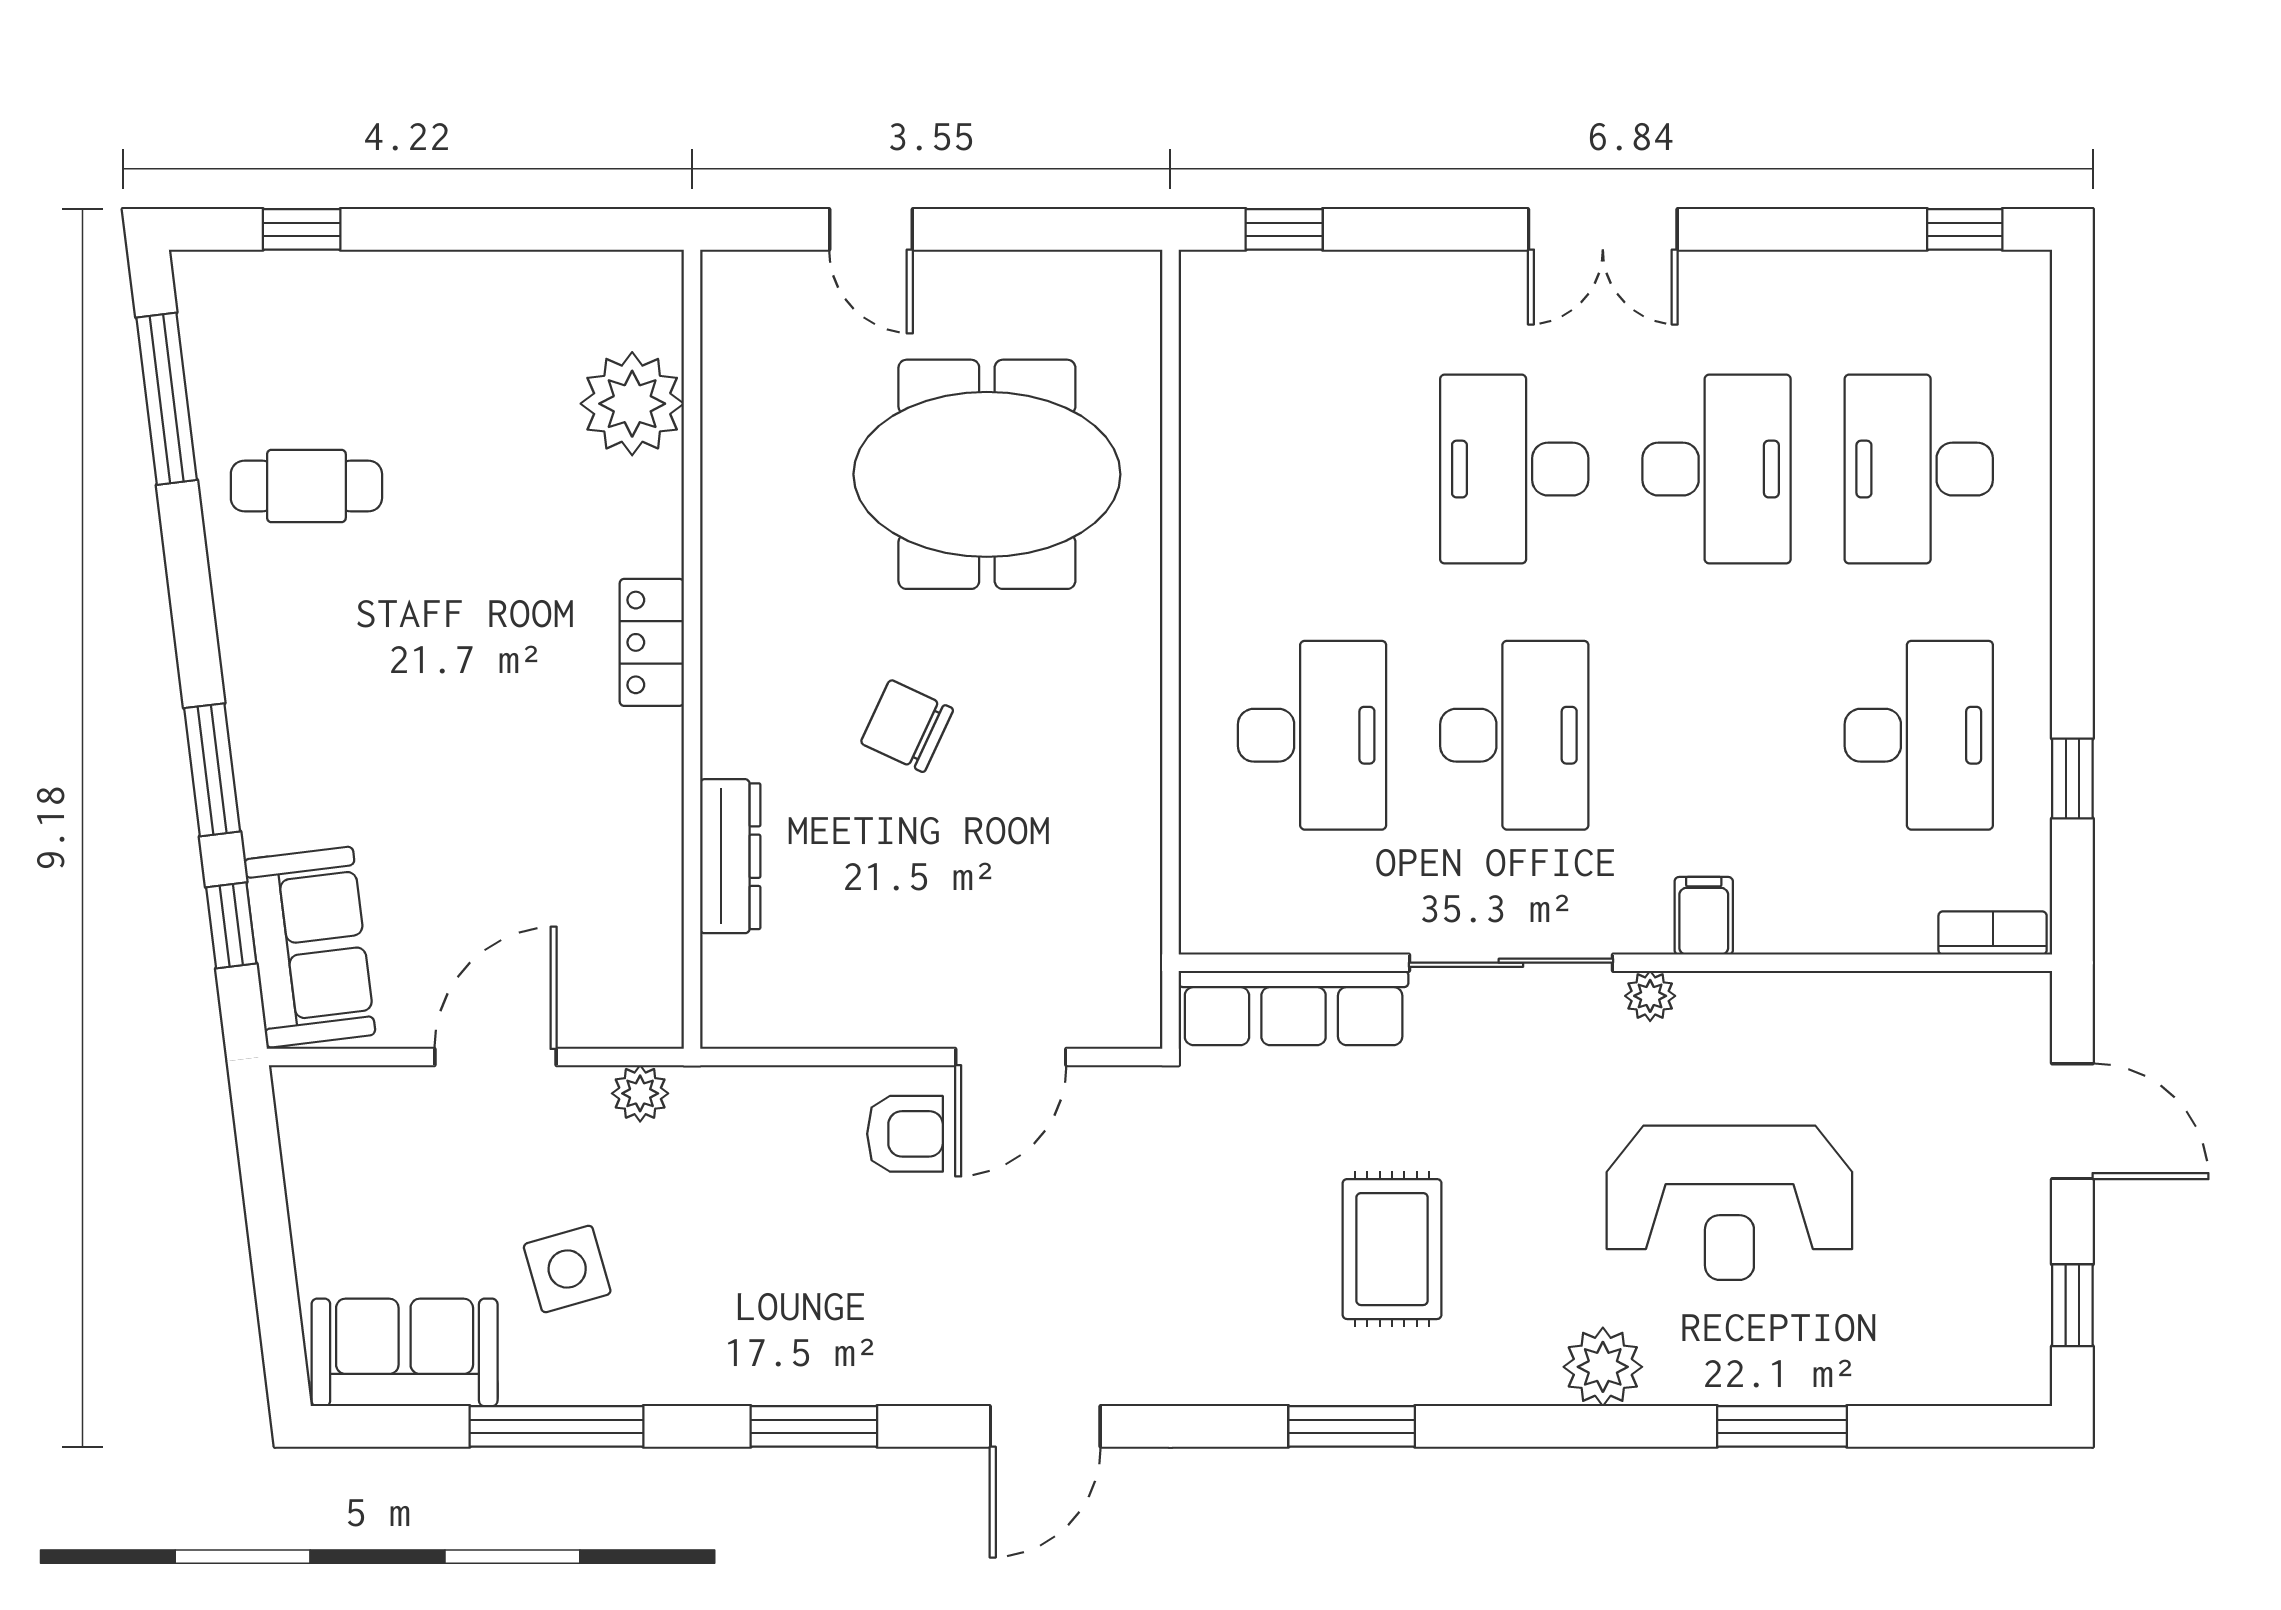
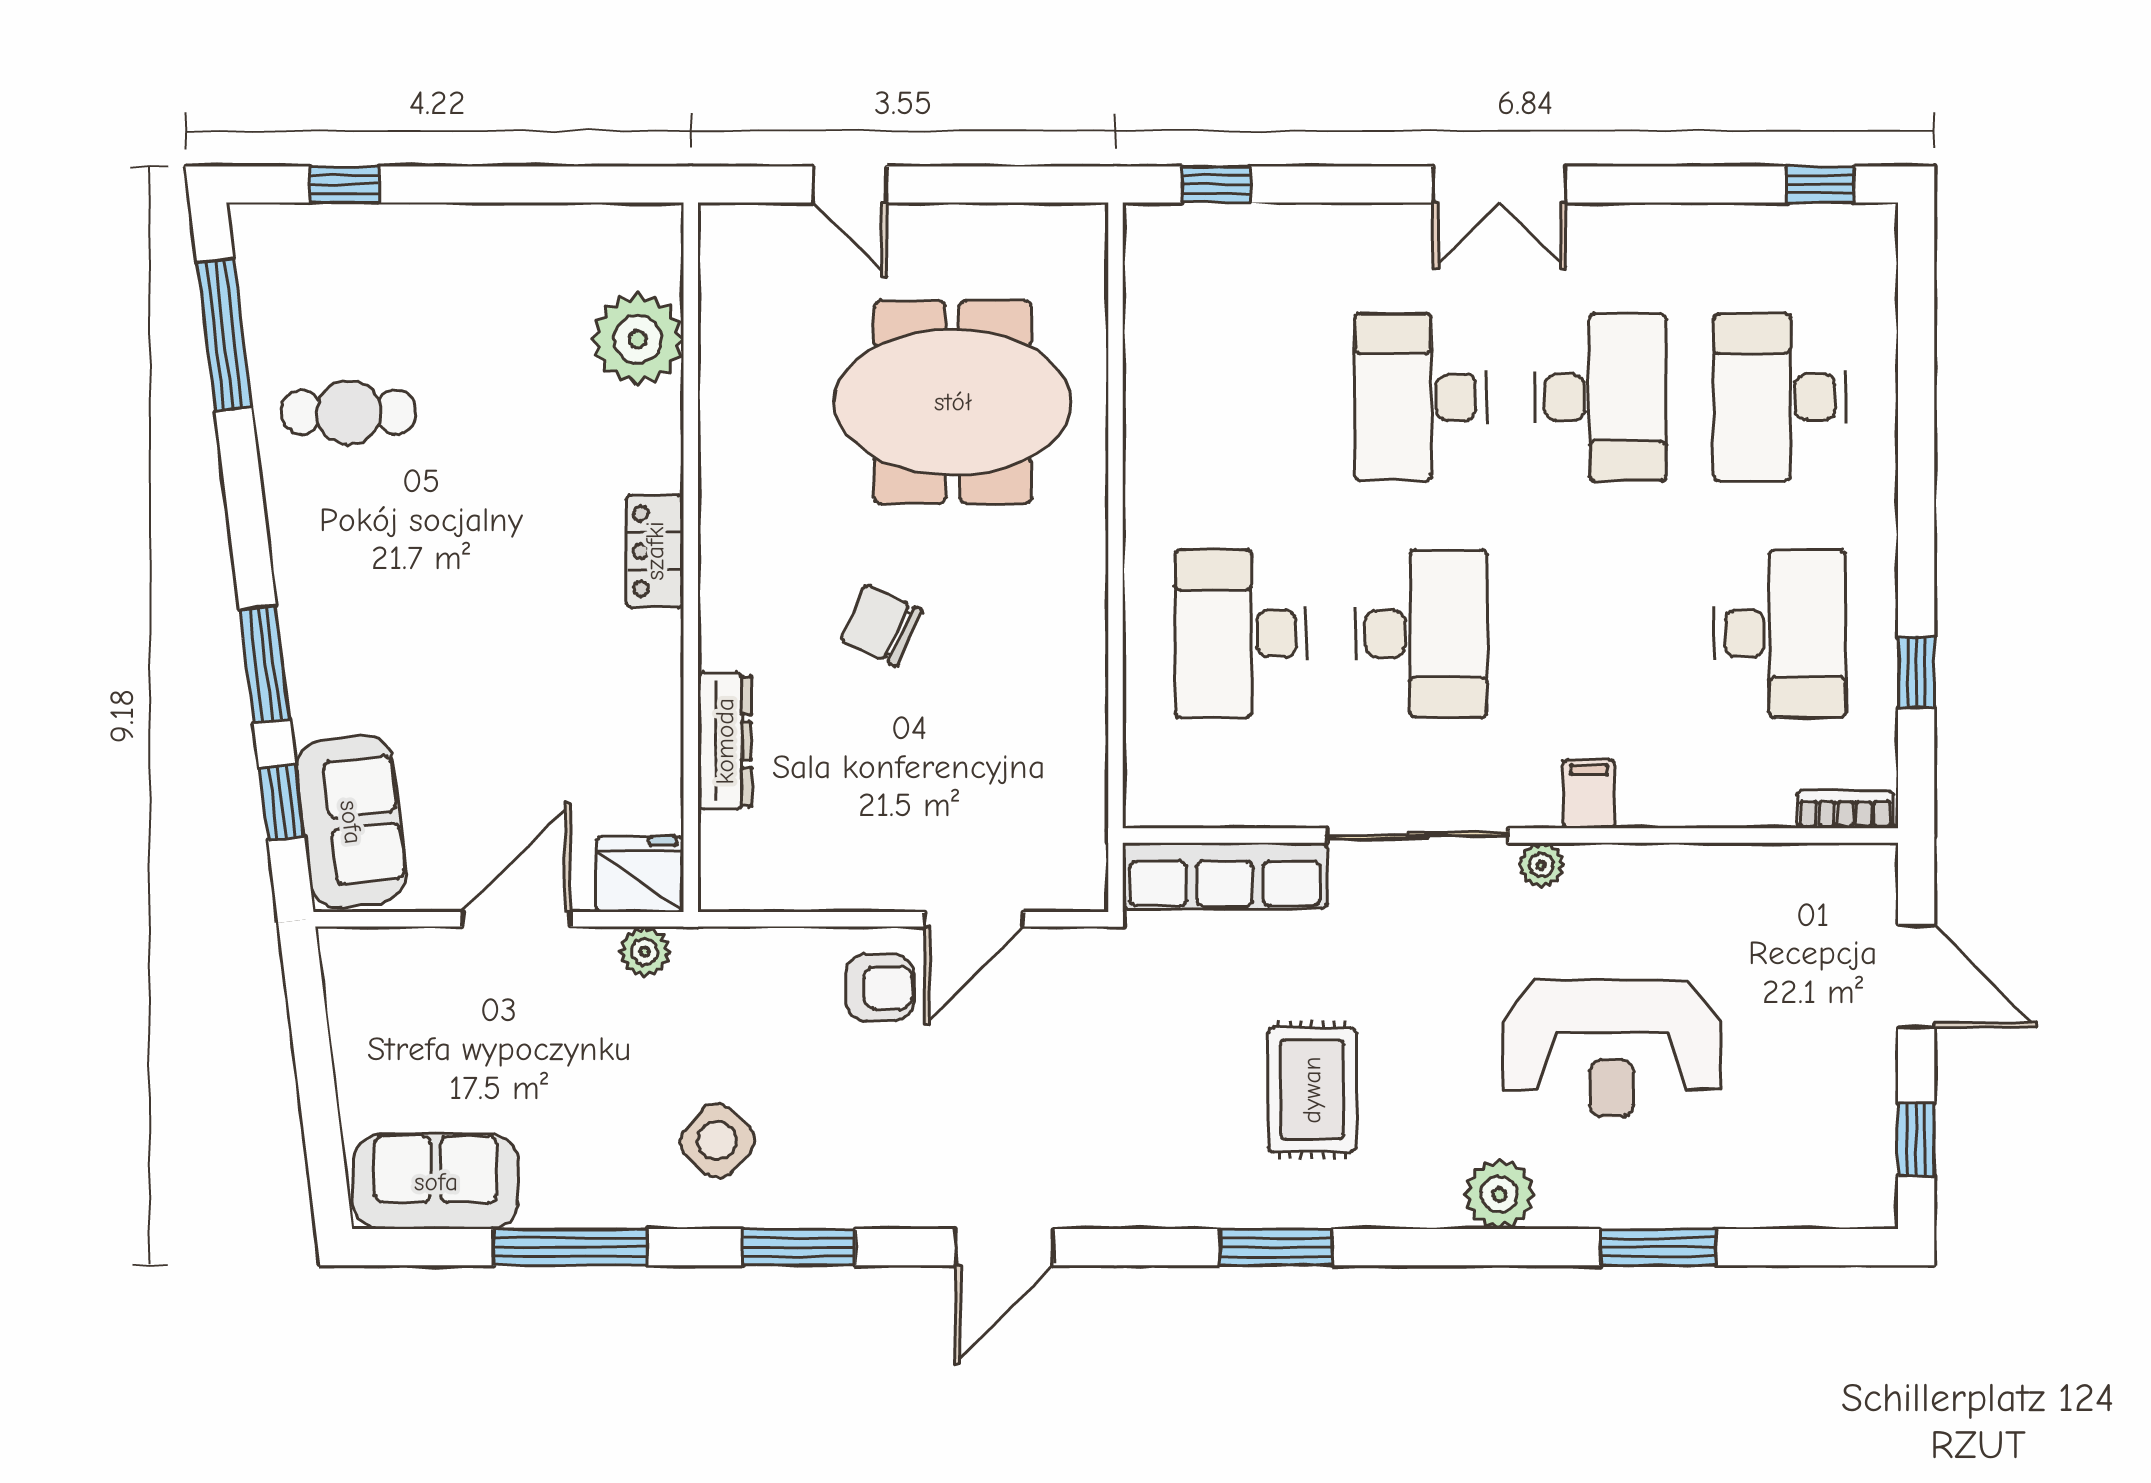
desk: (1312, 735) -> (1241, 634), turned 180
fridge: (635, 1007) -> (640, 874), added
side table: (567, 1269) -> (717, 1141), moved, turned -33

